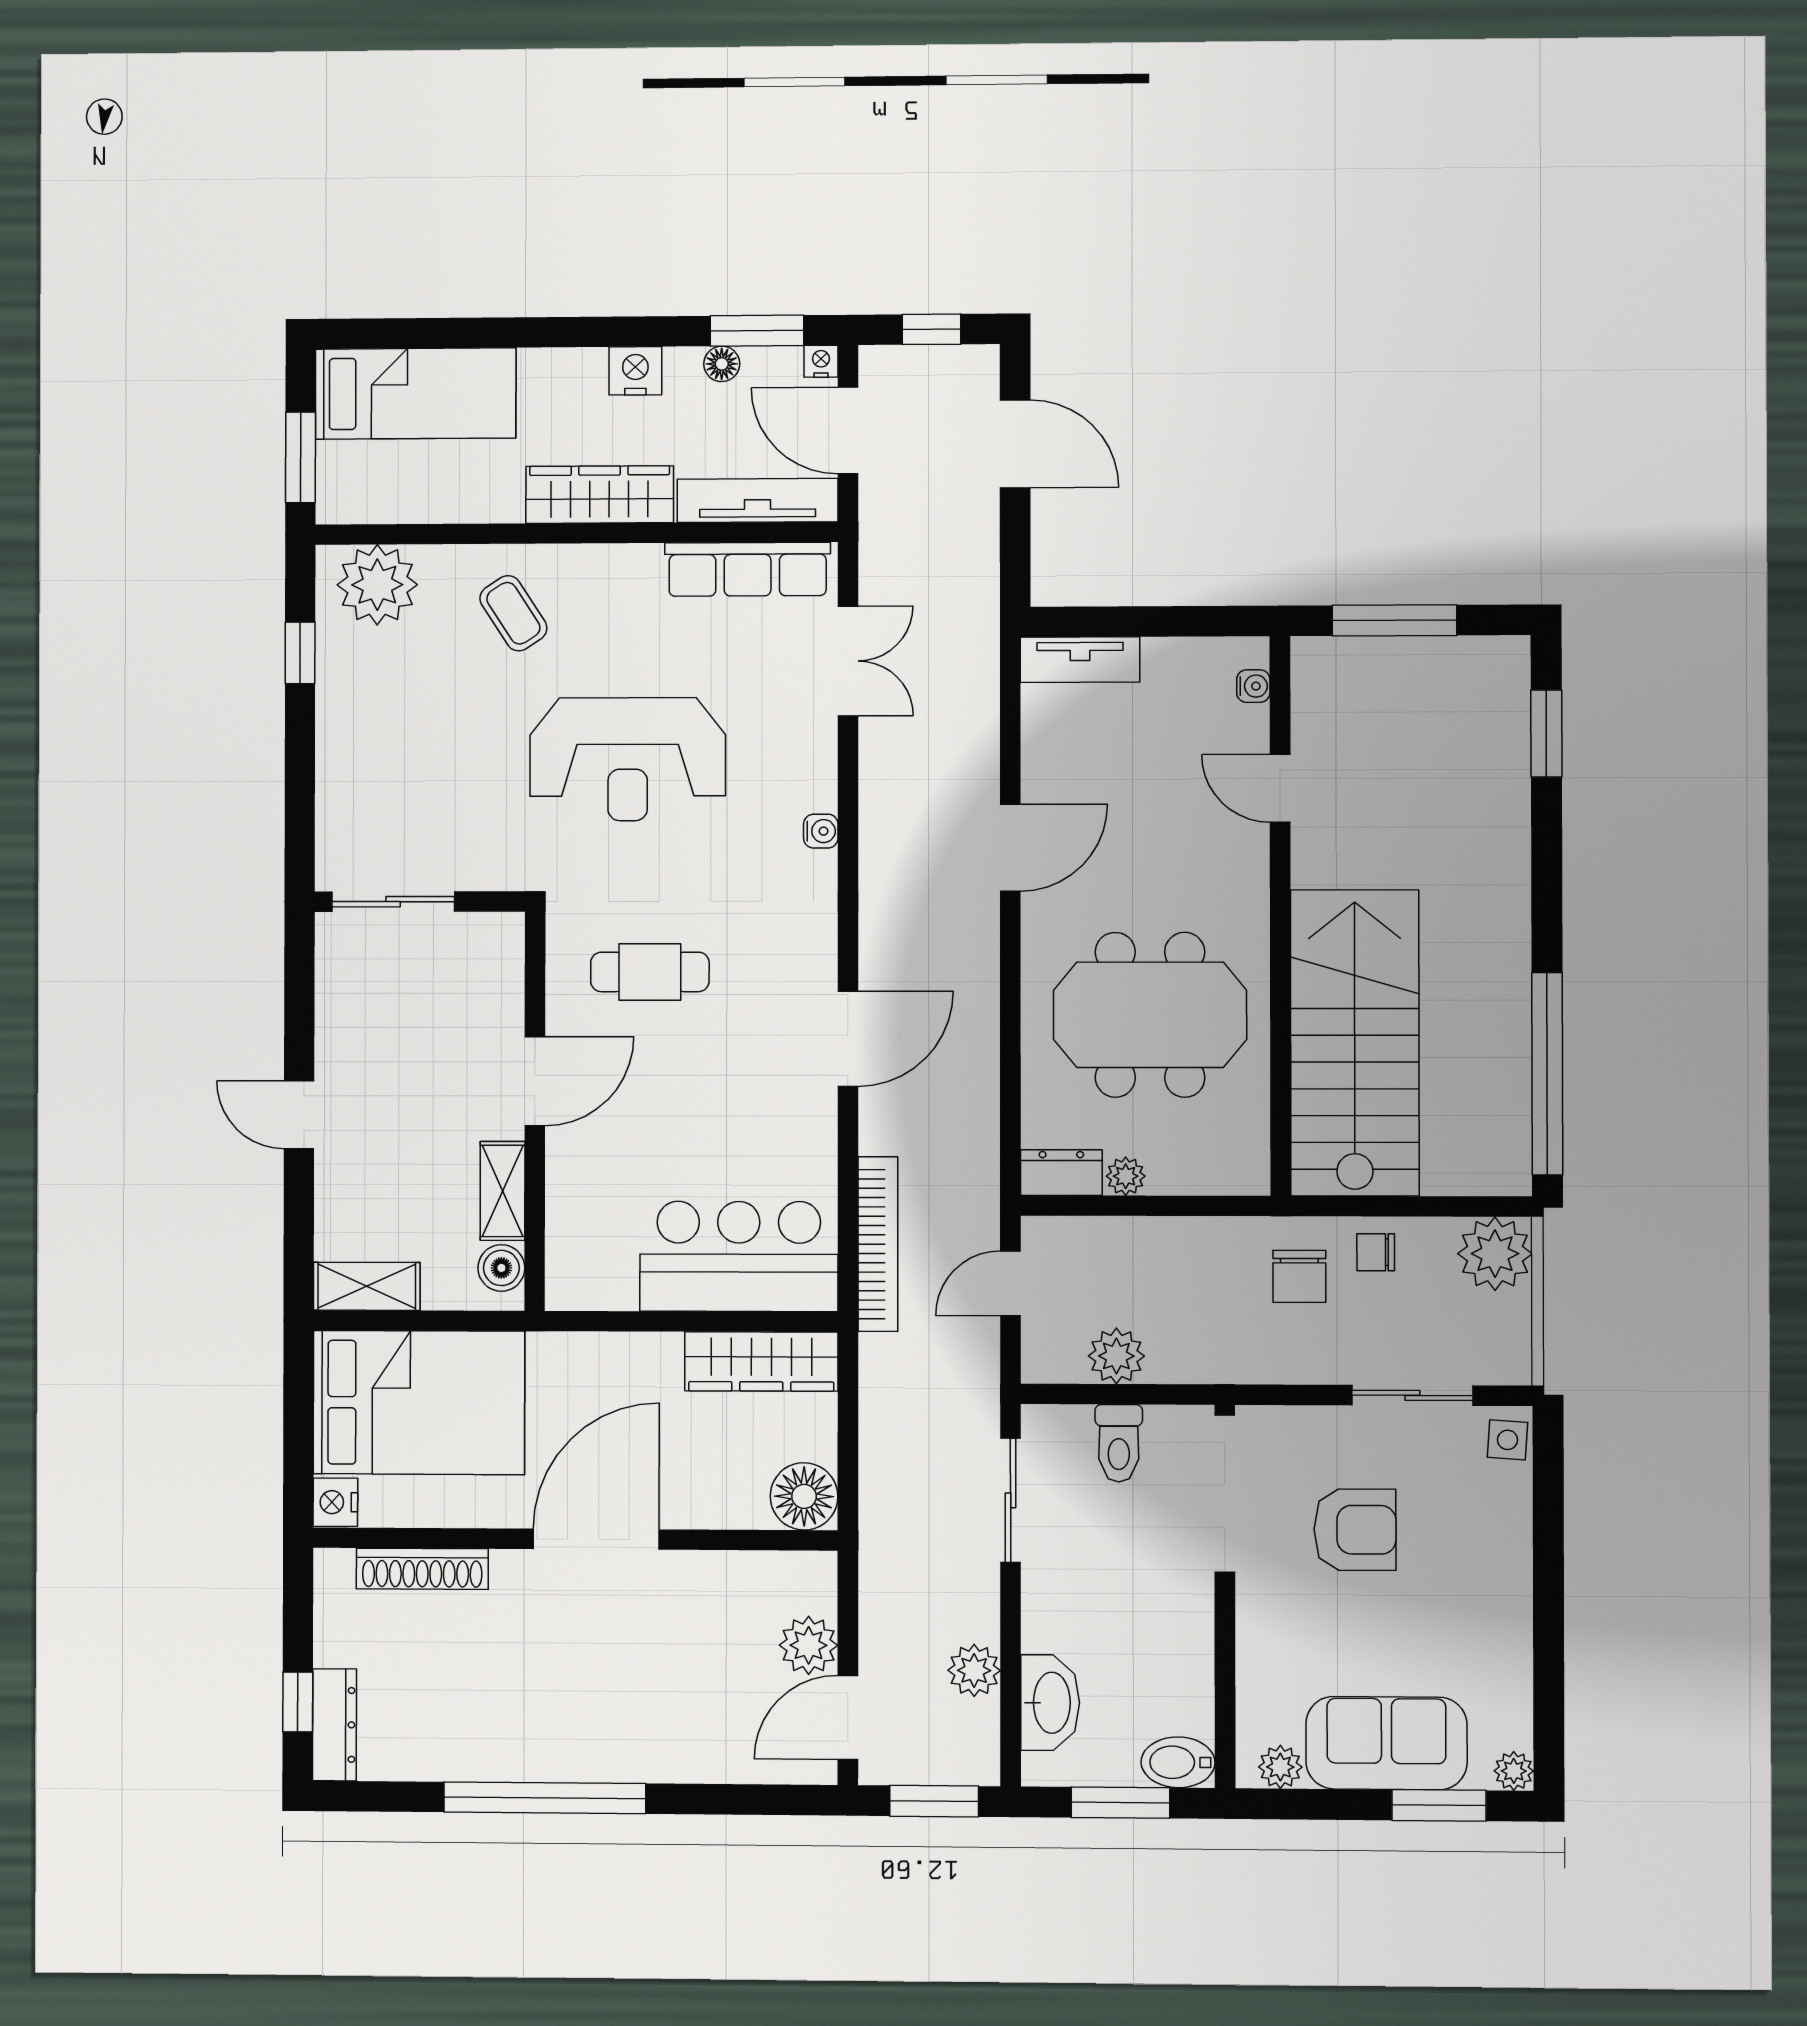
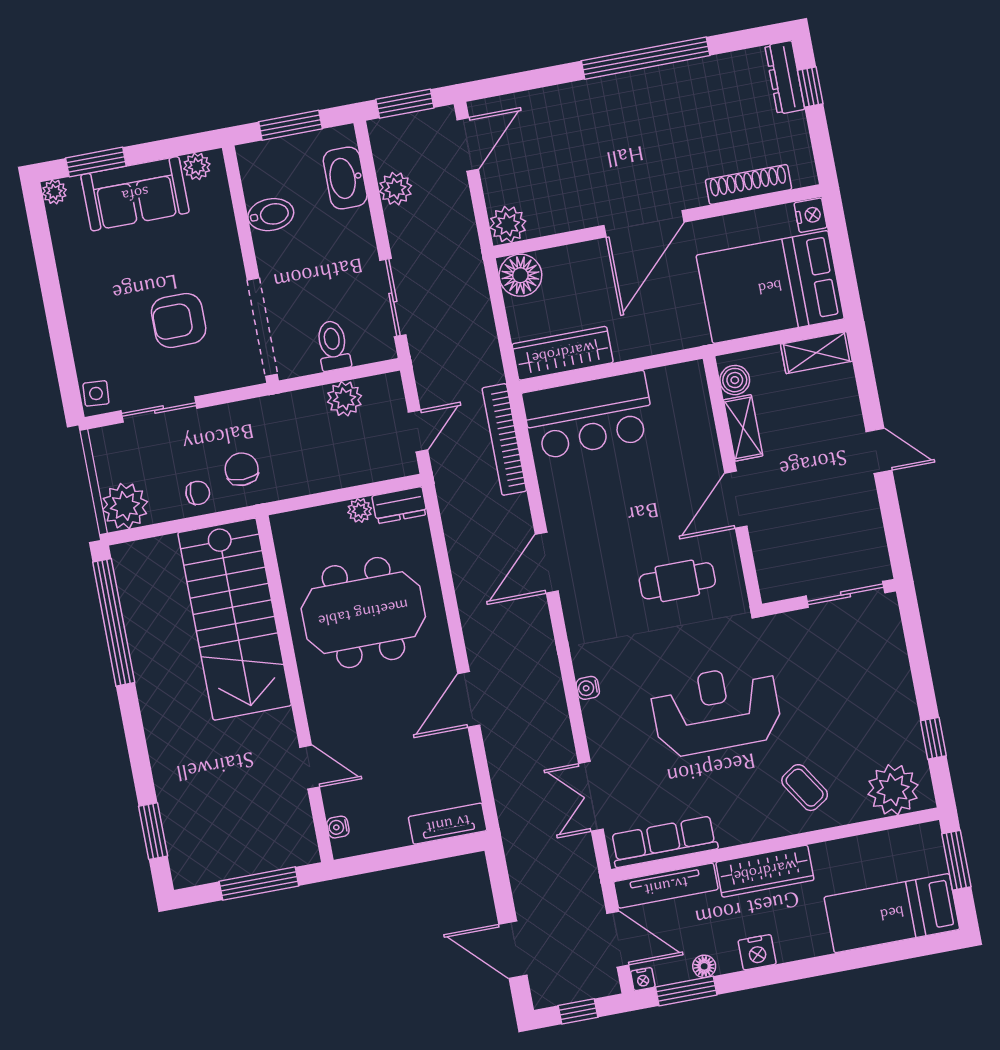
plant: (809, 1645) -> (508, 224), moved
bidet: (1178, 1762) -> (271, 215), moved

